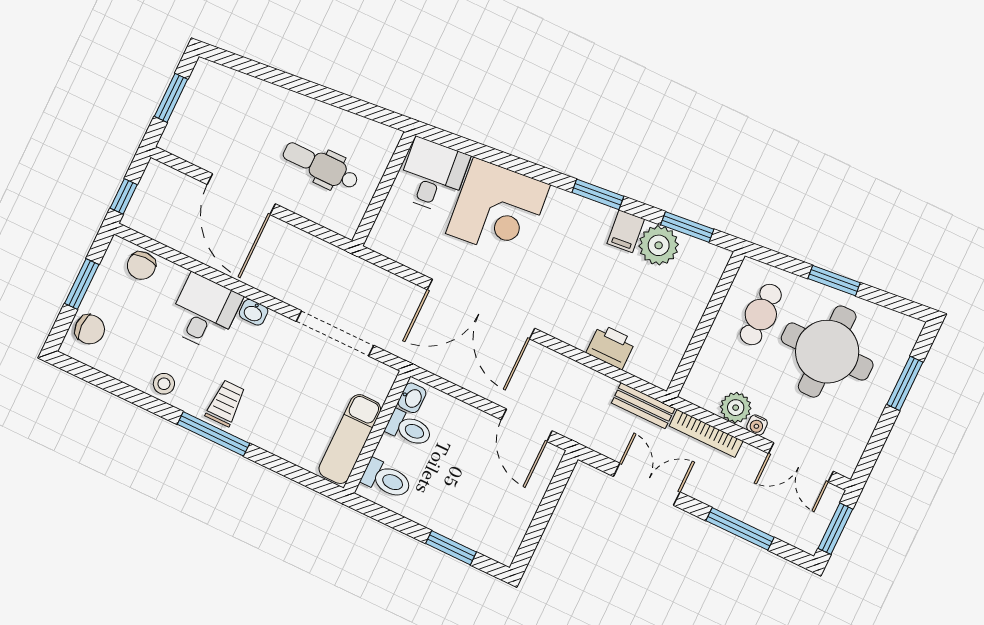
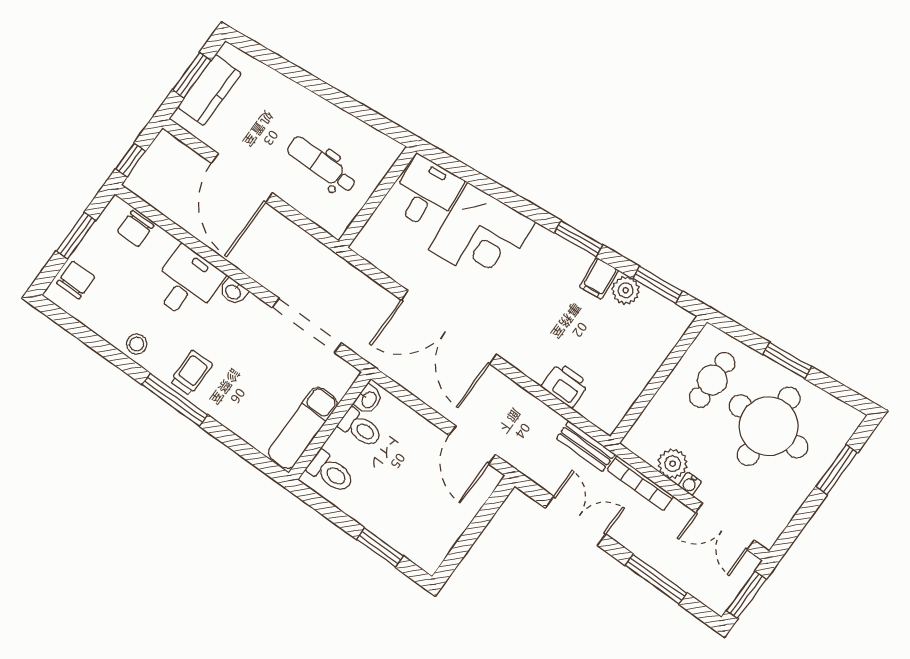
kitchen counter: (192, 110) -> (209, 90), added
plant: (659, 245) -> (626, 290), width x0.73, depth x0.73
chair: (90, 329) -> (76, 280), turned -90

